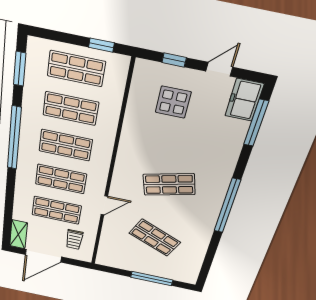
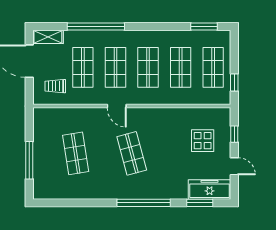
freezer: (244, 100) -> (210, 189), width x1.40
window: (256, 123) -> (200, 203), width x0.69
window: (14, 138) -> (96, 26), moved
door: (104, 205) -> (117, 106), moved
window: (227, 206) -> (144, 203), moved
shop shelf: (155, 238) -> (76, 153), turned -33

